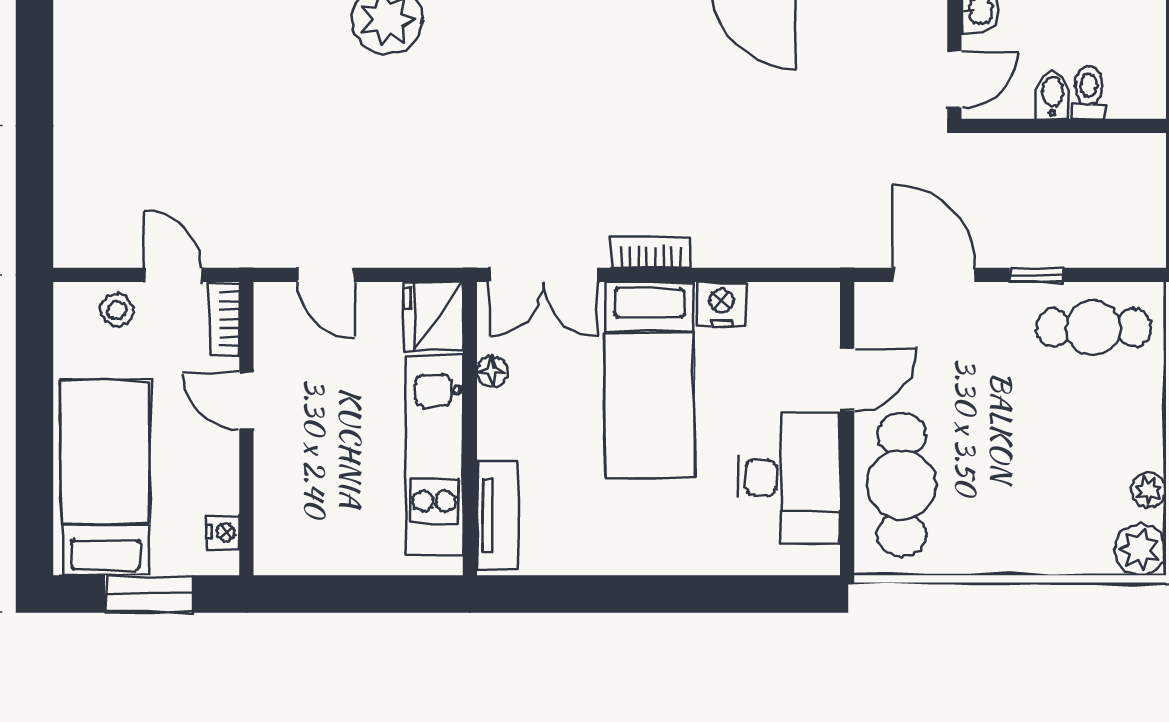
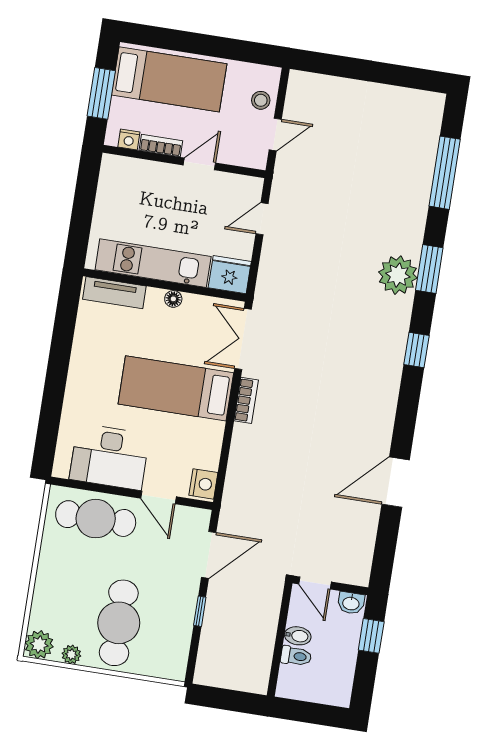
nightstand: (722, 304) -> (203, 484), moved
bookcase: (225, 319) -> (161, 145), moved
cafe table: (1093, 328) -> (119, 623), moved, width x1.37, depth x1.35
floor lamp: (492, 372) -> (173, 299), moved

